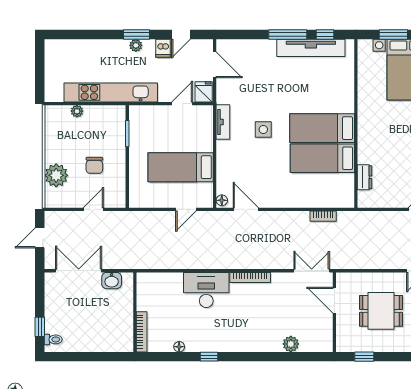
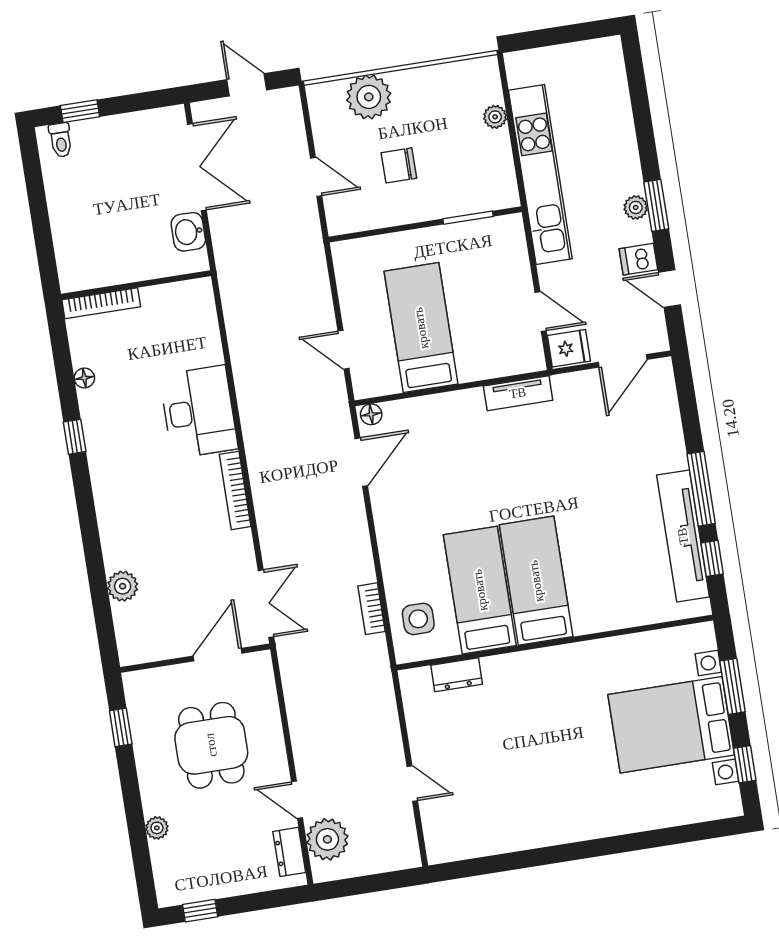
side table: (263, 129) -> (418, 619), moved

